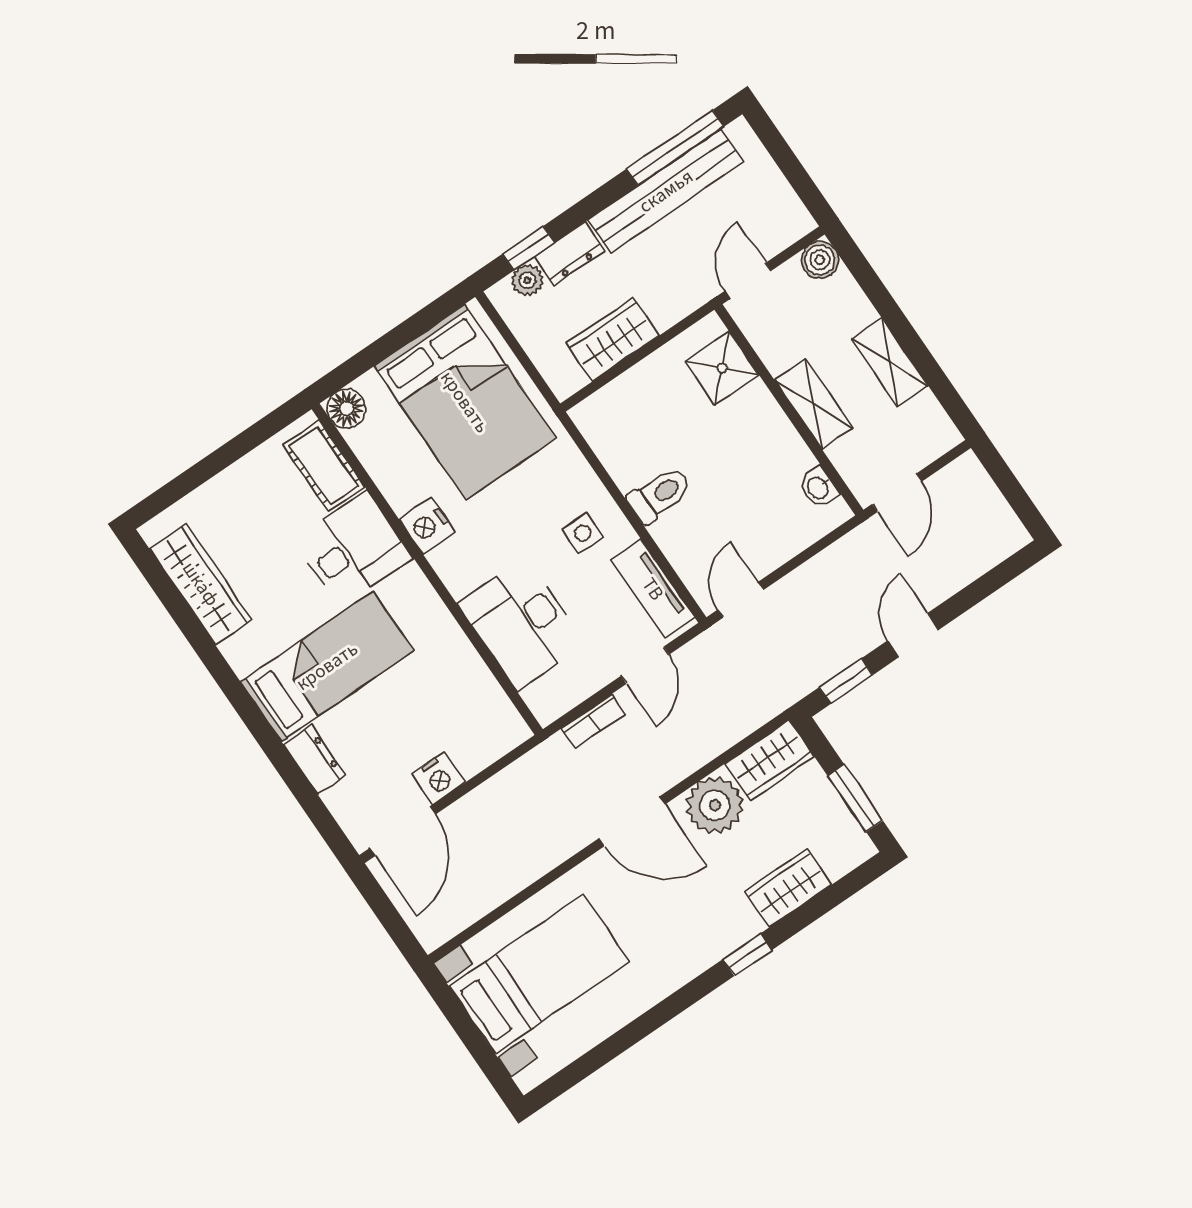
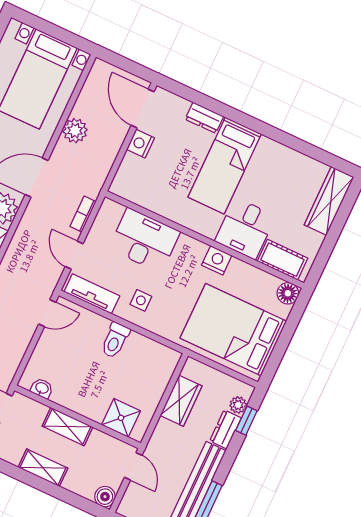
wardrobe: (201, 584) -> (329, 201), moved, turned 90
door: (741, 600) -> (47, 313), hinge flipped
plant: (529, 859) -> (75, 131), added

